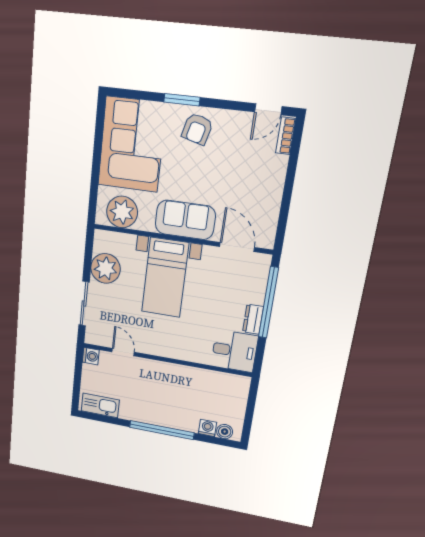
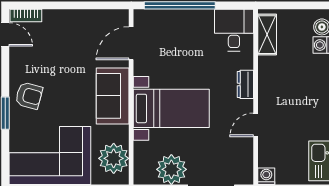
dresser: (253, 319) -> (245, 84), moved, turned 90
door: (123, 352) -> (256, 125), moved
shelving: (225, 381) -> (267, 35), added

